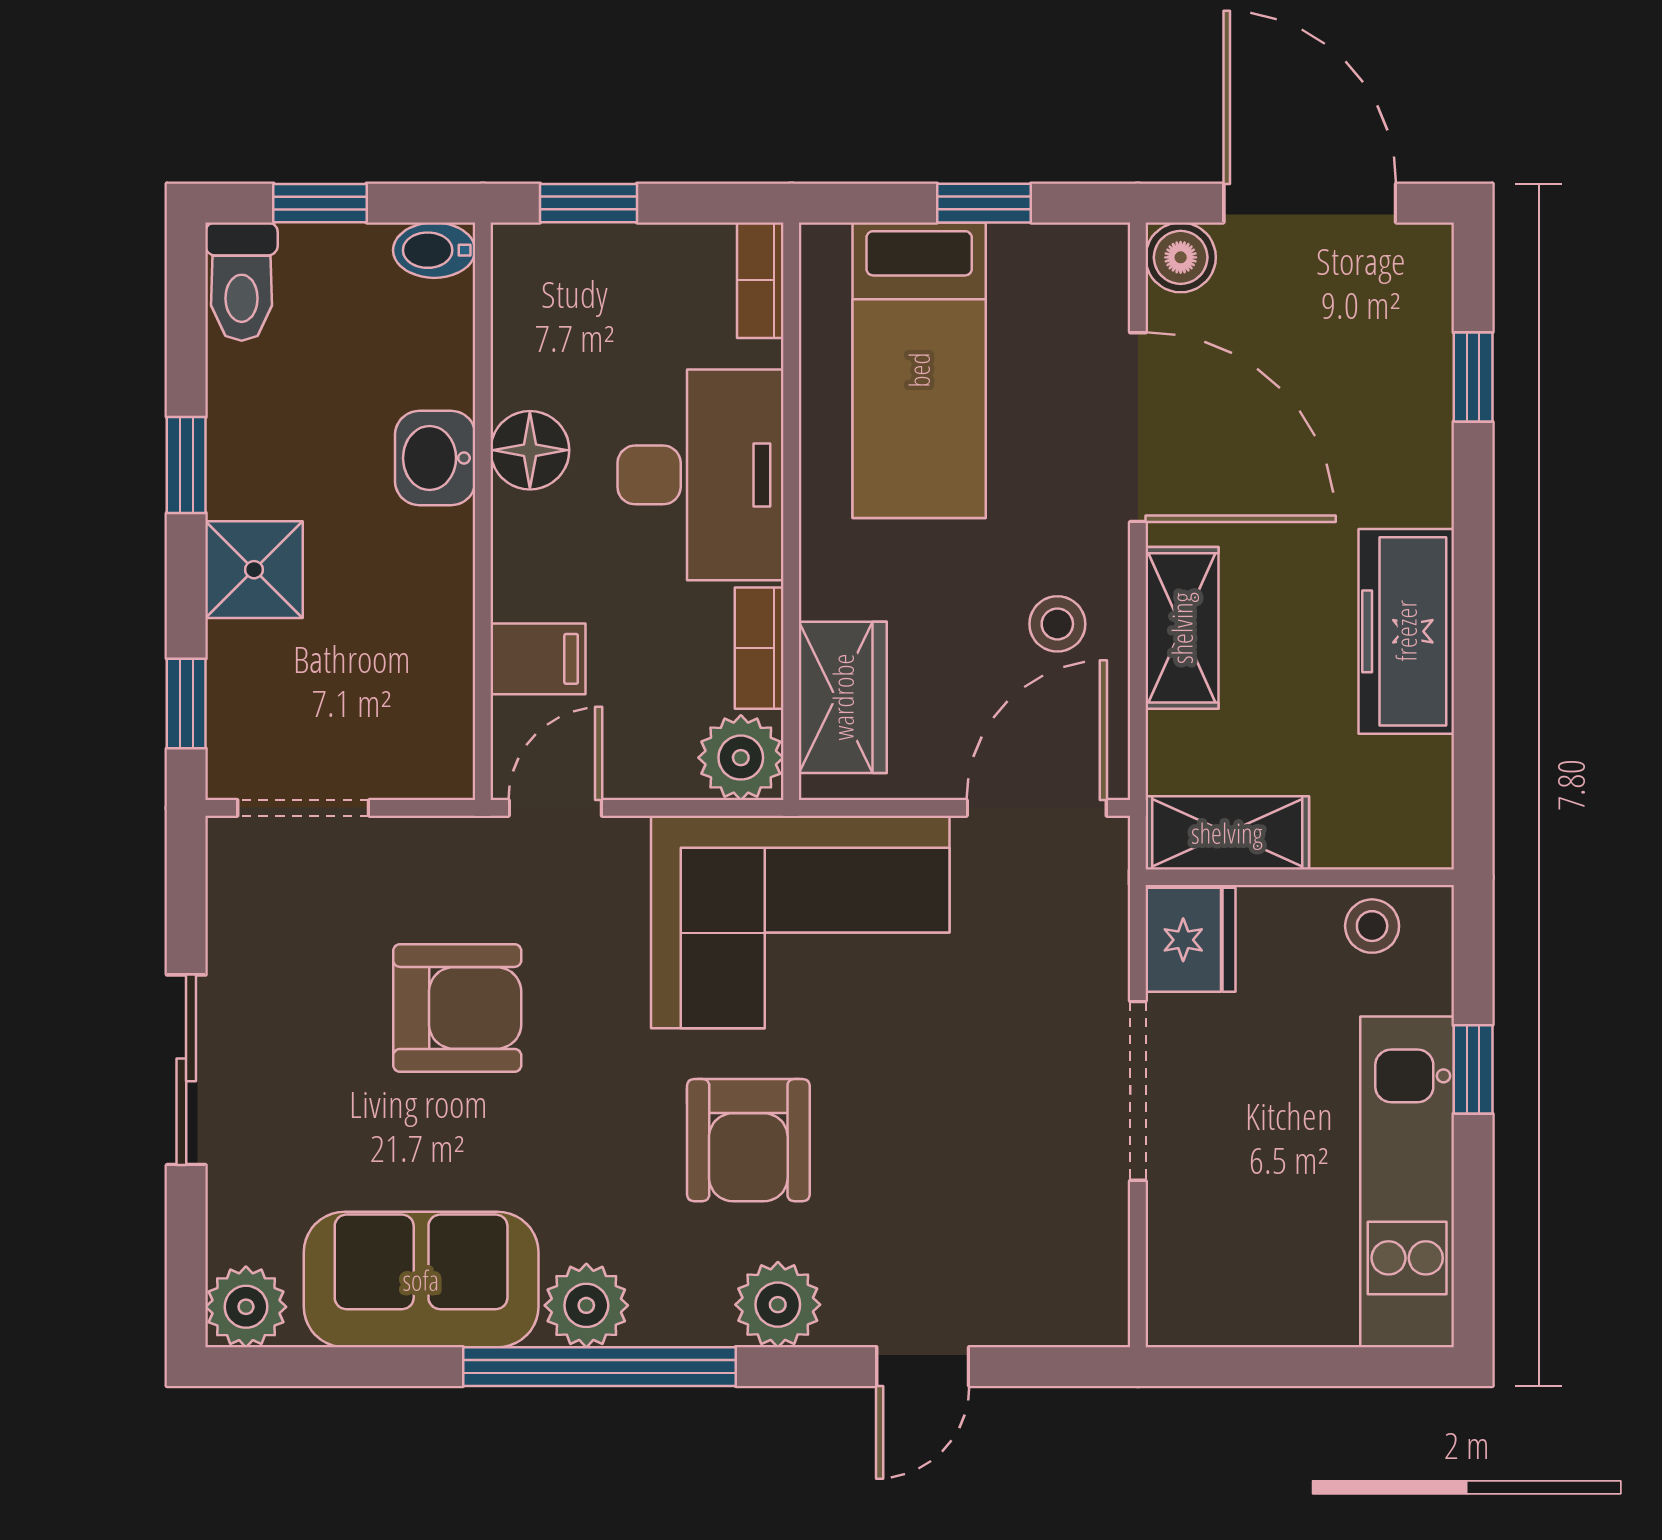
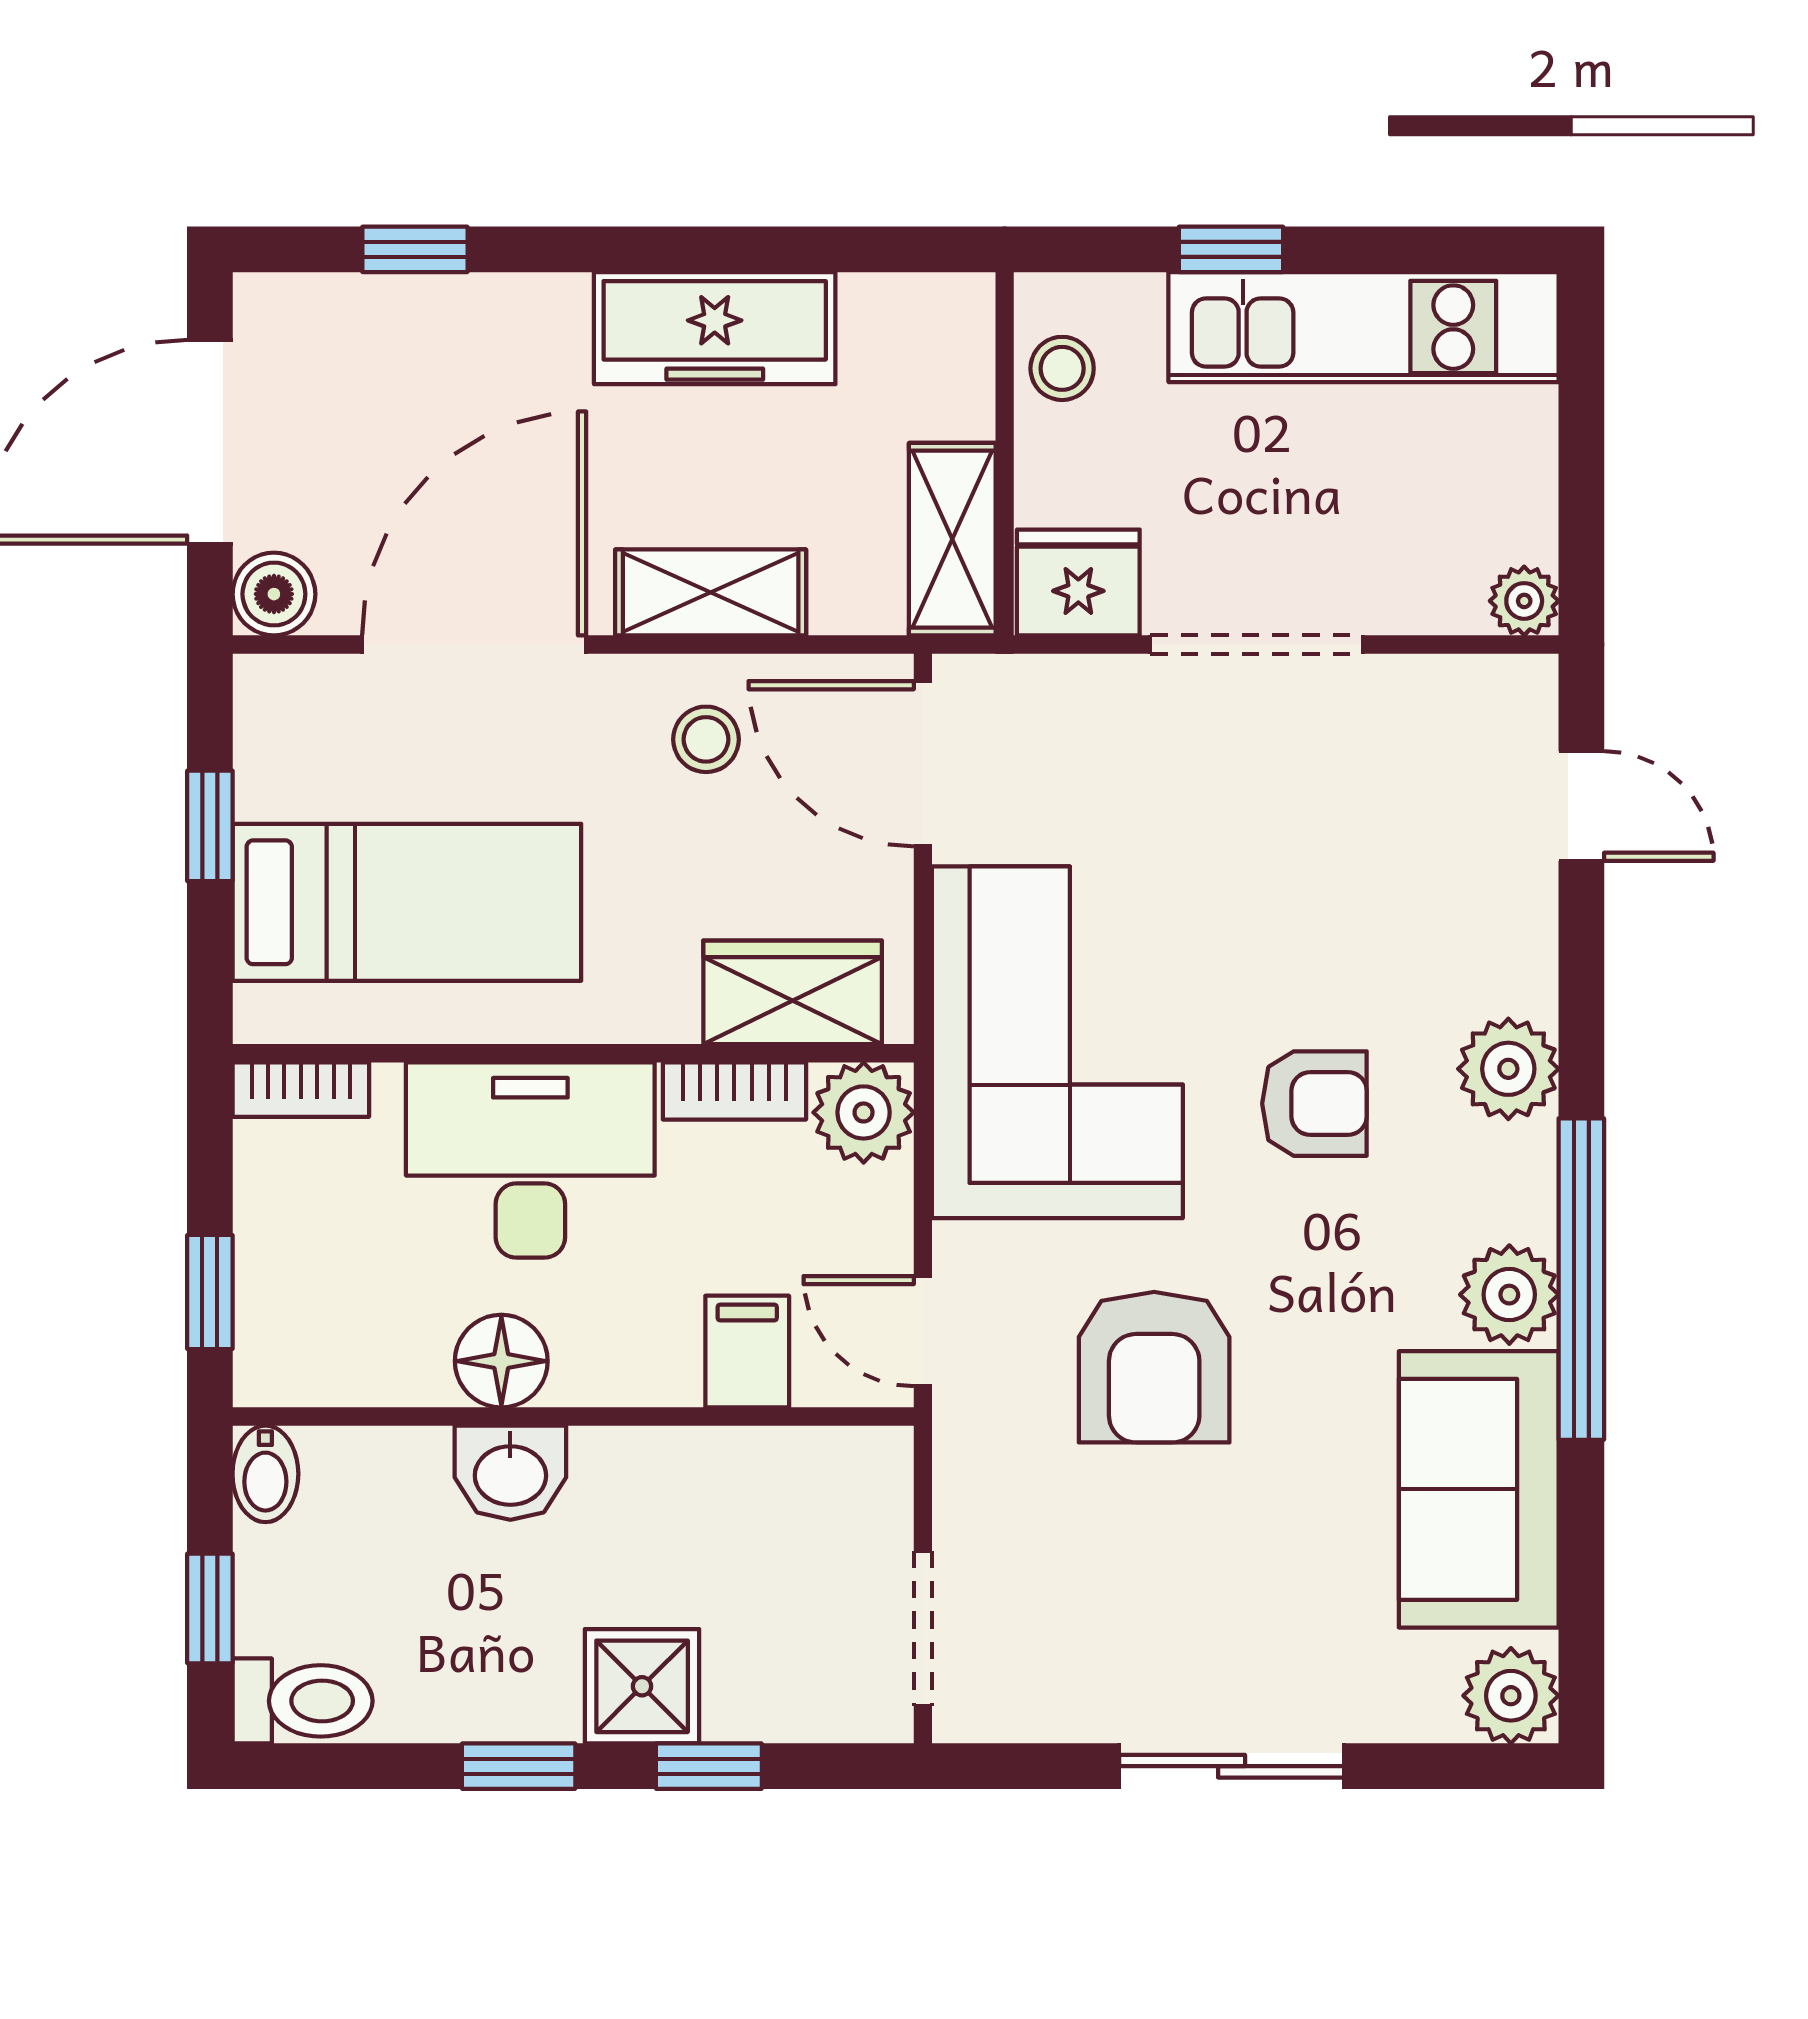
window: (186, 704) -> (709, 1766), moved
armchair: (457, 1008) -> (1154, 1367), moved, turned 180
armchair: (748, 1140) -> (1314, 1104), width x0.72, depth x0.72
plant: (1175, 1318) -> (1524, 601), added
door: (923, 1367) -> (1581, 806), moved

